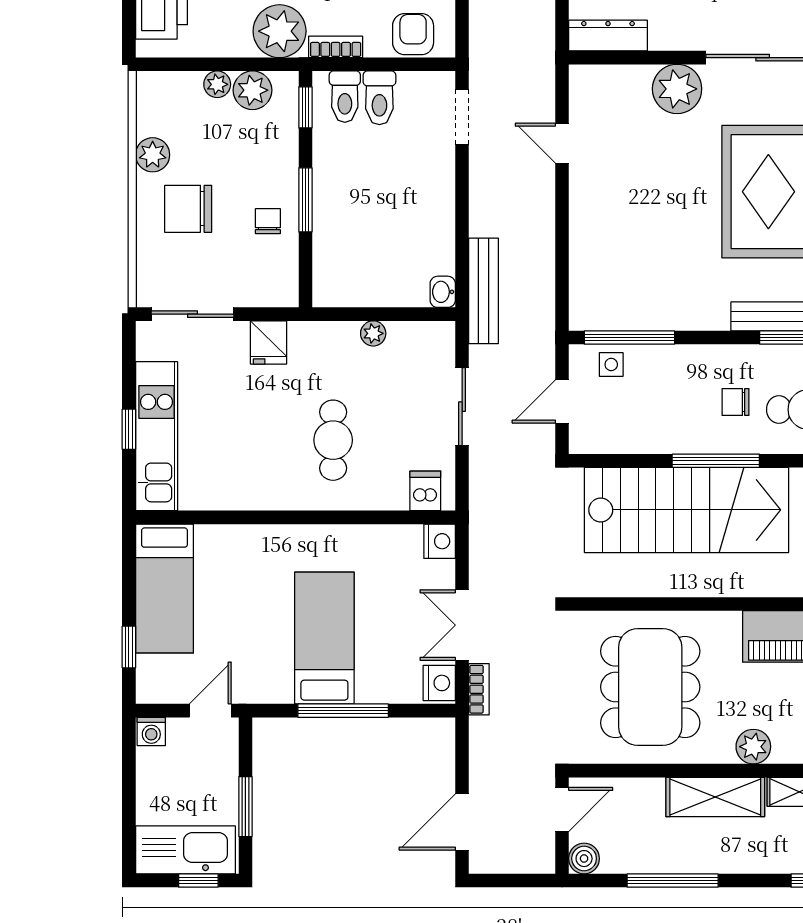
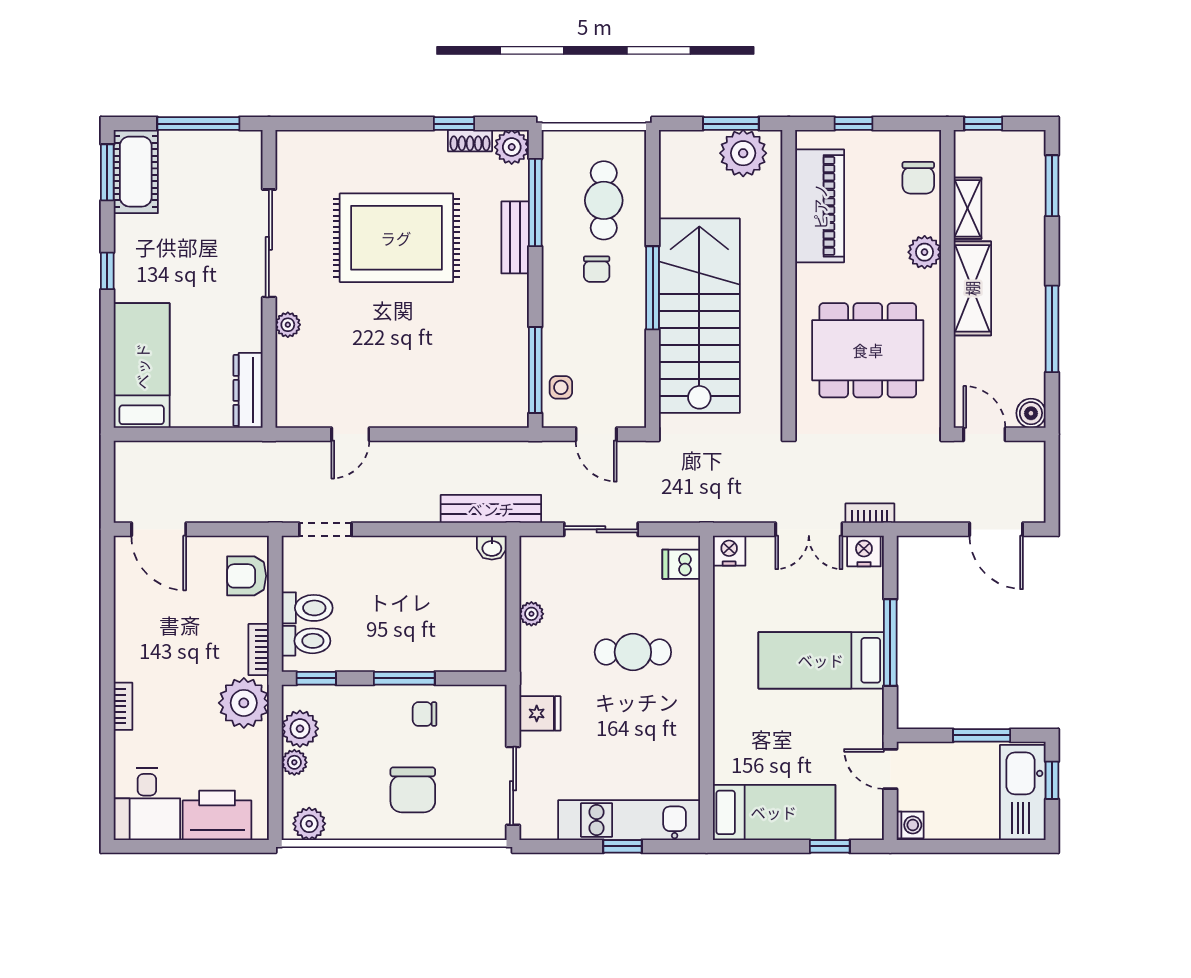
plant: (677, 89) -> (288, 325), width x0.53, depth x0.53
plant: (153, 155) -> (309, 824), moved

